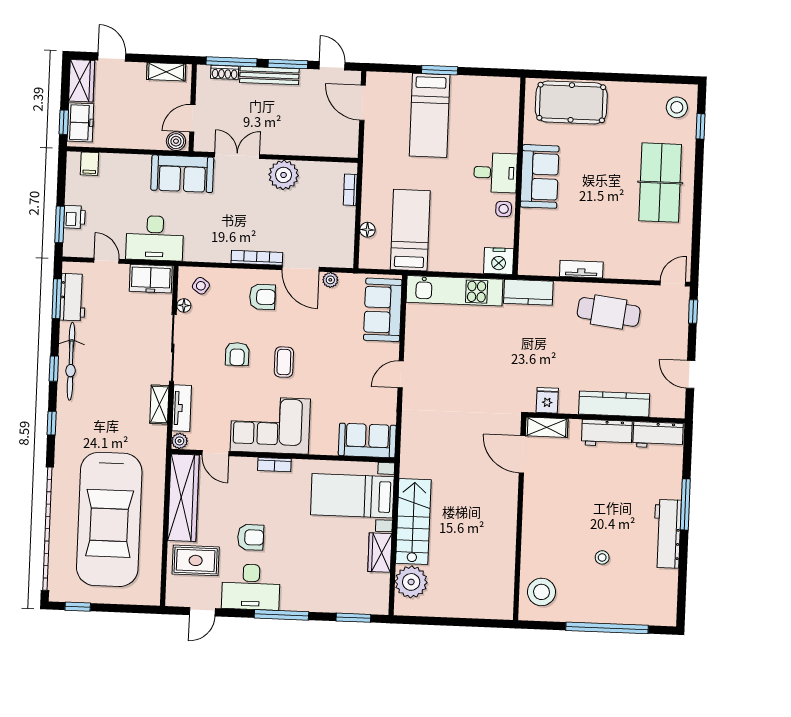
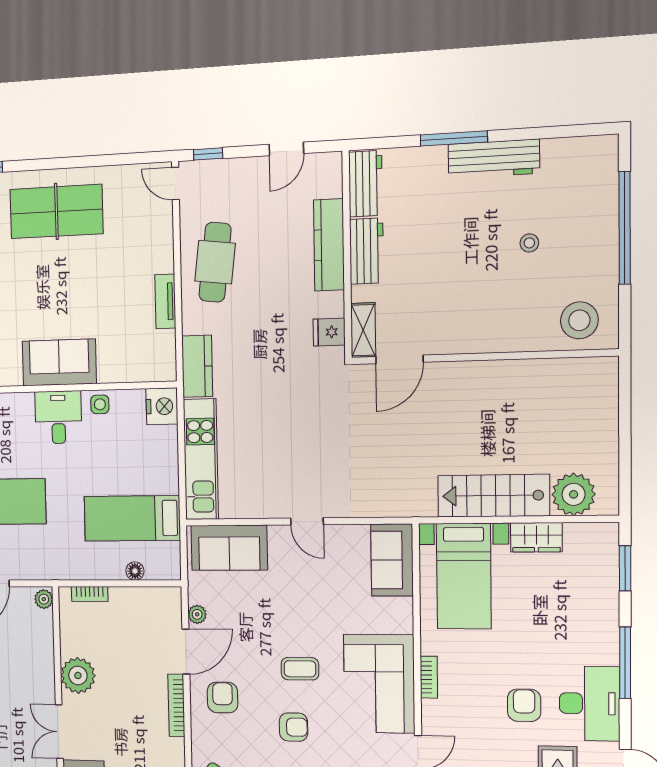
plant: (348, 150) -> (44, 599), added

